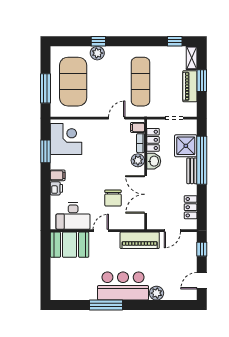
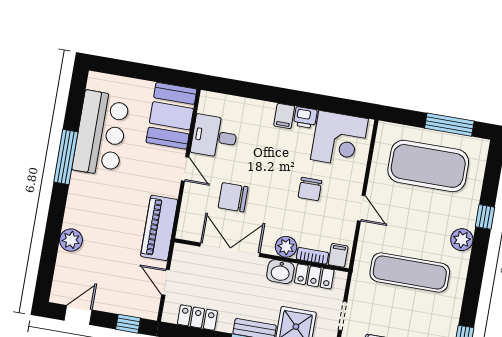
plant: (97, 53) -> (462, 240), moved
window: (45, 88) -> (449, 125), moved
door: (117, 118) -> (361, 208), moved
window: (45, 151) -> (325, 103), removed
chair: (100, 152) -> (310, 189), added
printer: (56, 188) -> (305, 118), moved
desk: (73, 216) -> (214, 136), width x0.73
door: (202, 281) -> (78, 315), hinge flipped
bar counter: (123, 286) -> (101, 133), moved

